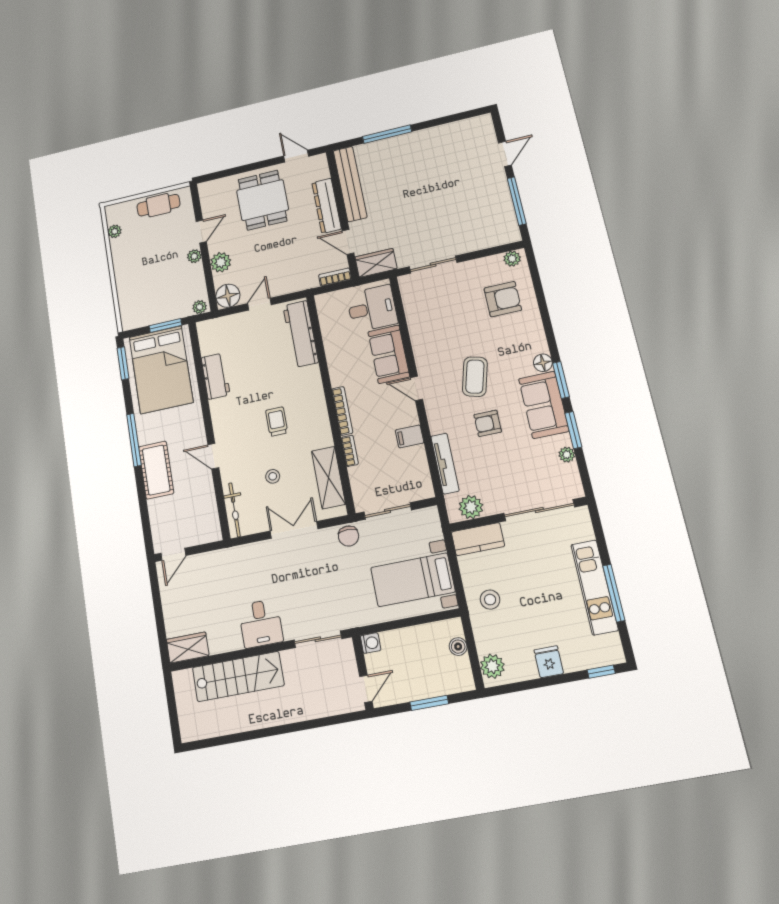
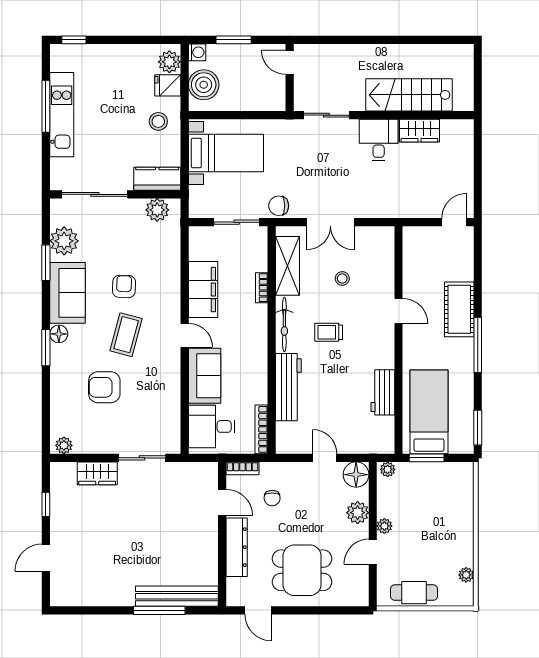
bench: (350, 184) -> (177, 596), moved, turned 90
dining table: (263, 200) -> (302, 570), turned 90
window: (517, 201) -> (46, 504), width x0.46
chair: (302, 257) -> (272, 498), added
wardrobe: (376, 263) -> (97, 473), moved
armchair: (503, 299) -> (104, 387), moved
door: (259, 304) -> (325, 458), swing flipped
workbench: (301, 334) -> (288, 387), moved
bed: (161, 370) -> (429, 412), width x0.67
window: (561, 380) -> (46, 348), moved
bookcase: (342, 411) -> (261, 429), moved
trolley: (277, 422) -> (329, 332), turned 90
armchair: (488, 423) -> (124, 286), turned -88
filing cabinet: (409, 436) -> (203, 290), width x3.00, depth x1.17
plant: (567, 455) -> (64, 241), width x1.88, depth x1.88
tv unit: (445, 463) -> (173, 256), removed
bicycle: (235, 510) -> (284, 324), moved, turned 180
chair: (349, 536) -> (279, 206), turned -90
washing machine: (371, 643) -> (197, 52), moved, turned 180
wardrobe: (188, 647) -> (419, 131), moved
boiler: (458, 647) -> (204, 85), width x1.86, depth x1.86
fridge: (549, 662) -> (168, 85), moved, turned 90
door: (366, 689) -> (290, 62), hinge flipped

